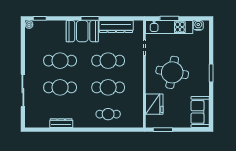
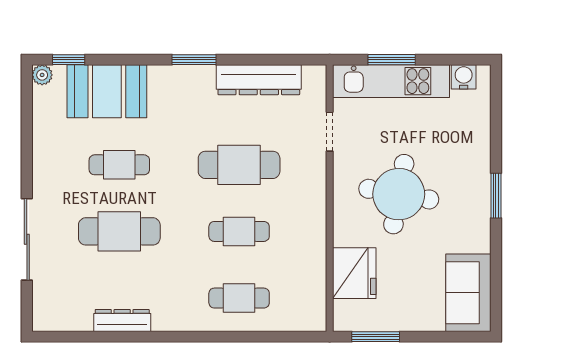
booth: (82, 31) -> (107, 91), moved
cafe table: (60, 61) -> (119, 165), width x0.73, depth x0.74
cafe table: (108, 87) -> (239, 231), width x0.73, depth x0.74

